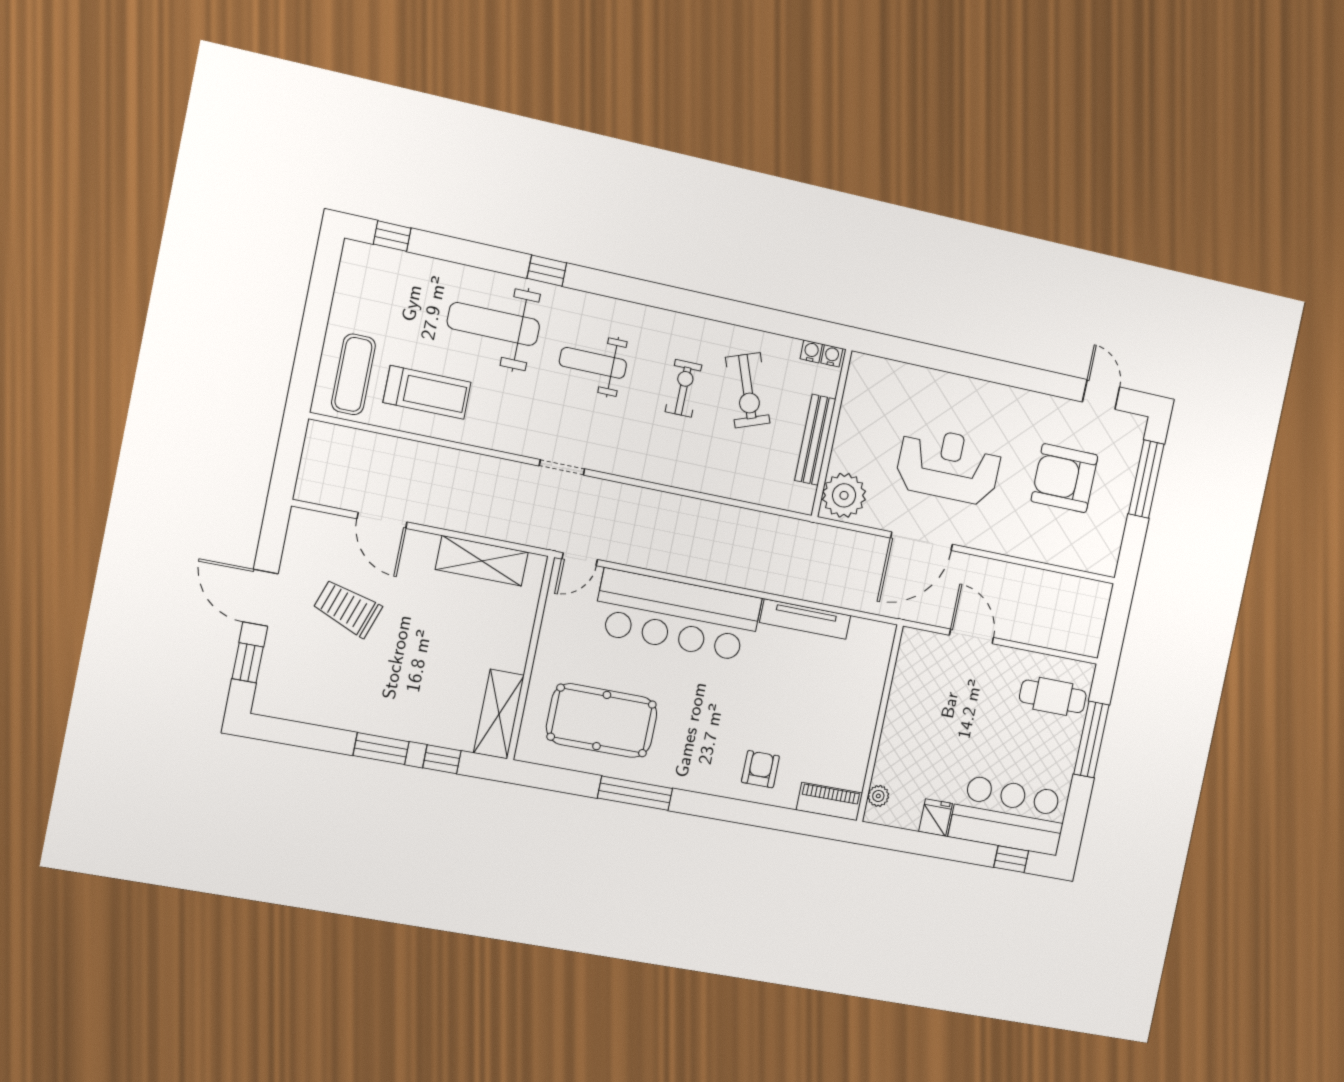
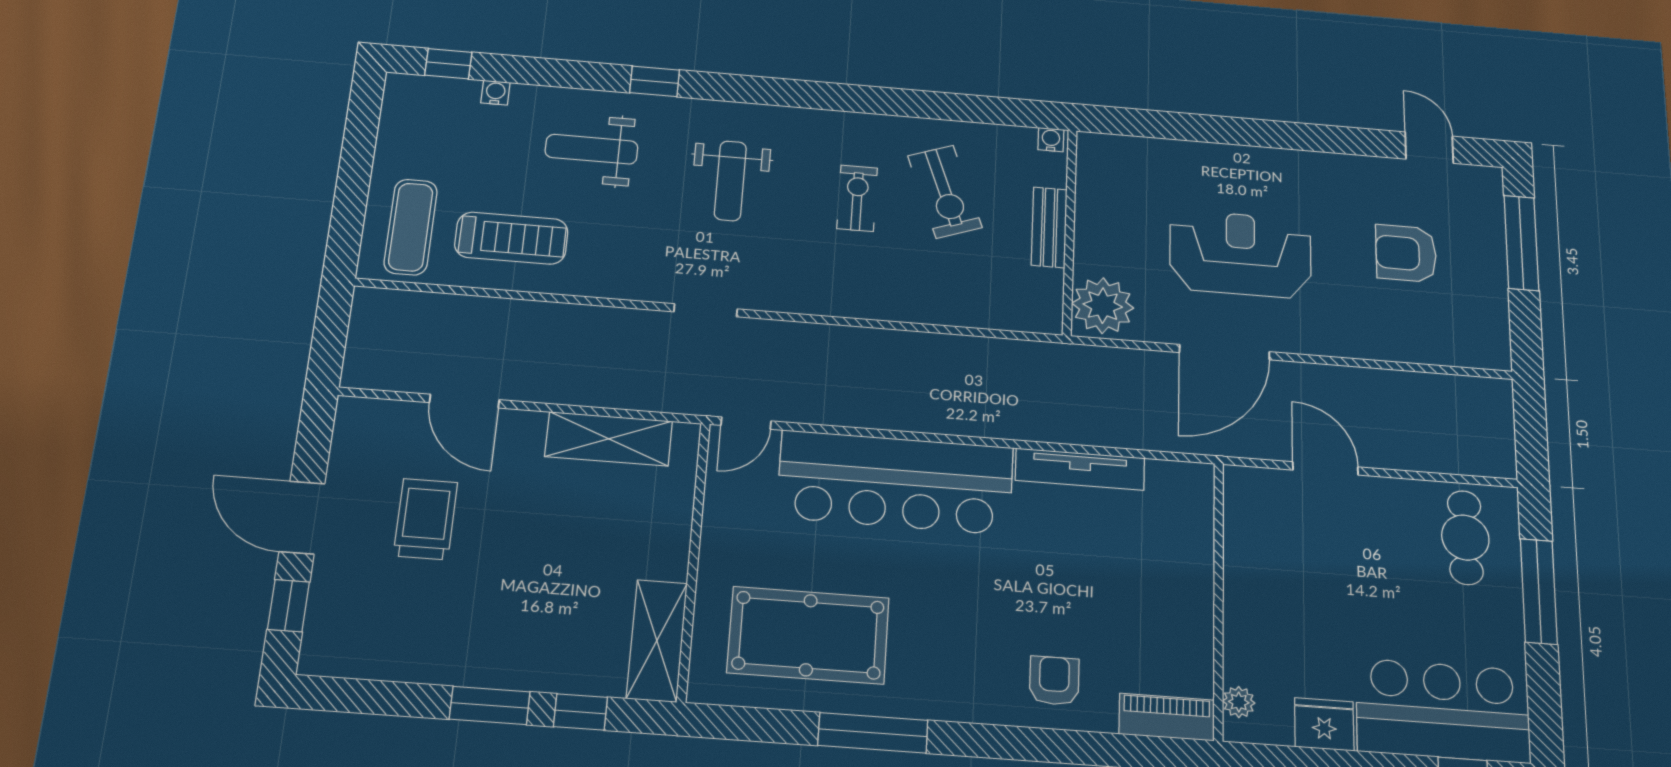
weight bench: (493, 324) -> (591, 149), width x0.73, depth x0.75
water cooler: (811, 351) -> (495, 93), moved
weight bench: (593, 363) -> (730, 181), turned -90
bench: (815, 440) -> (1049, 227), width x0.73
armchair: (1064, 478) -> (1406, 253), width x0.73, depth x0.73
trolley: (347, 608) -> (425, 519), turned 71
cafe table: (1053, 696) -> (1465, 538), turned 90
fridge: (935, 818) -> (1324, 724), width x1.38

